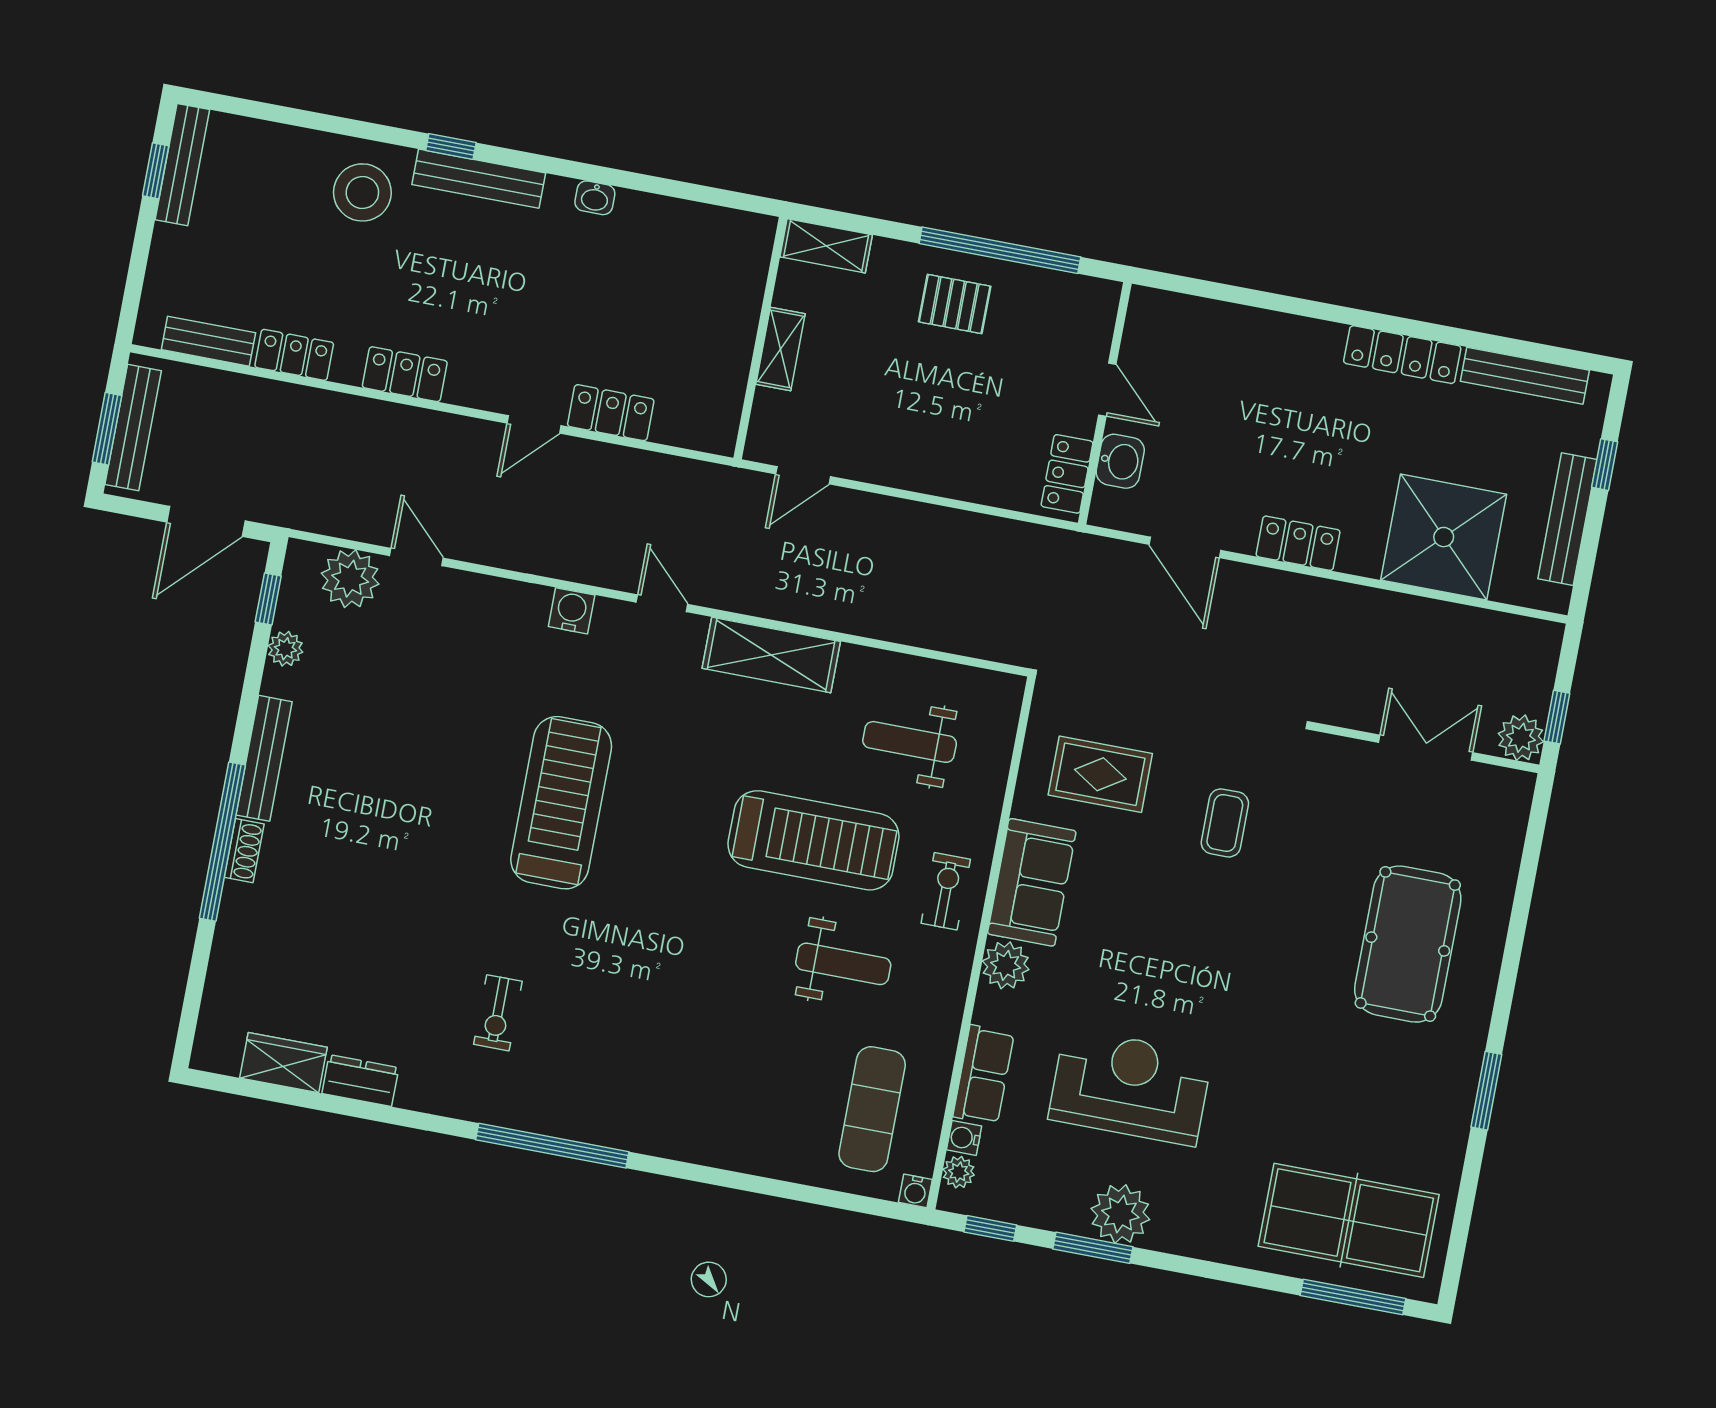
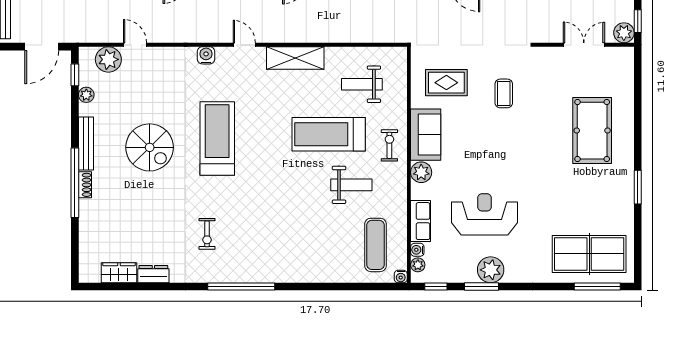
spiral stairs: (405, 794) -> (150, 147), added
treadmill: (813, 840) -> (329, 134), turned 180

